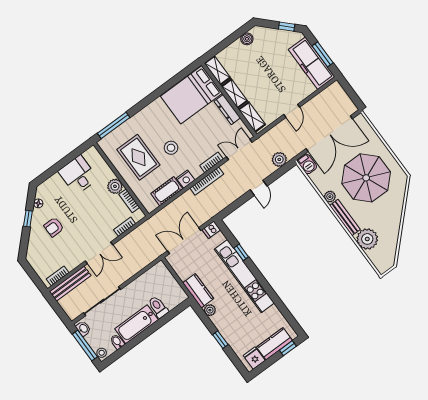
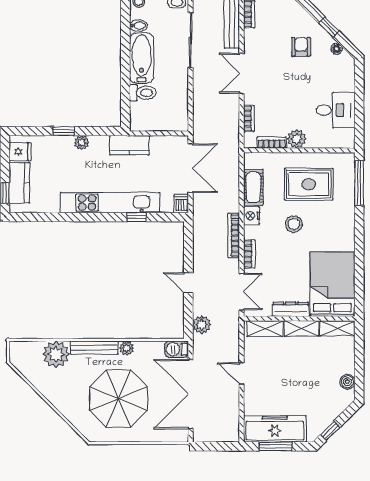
plant: (210, 310) -> (82, 143), moved

